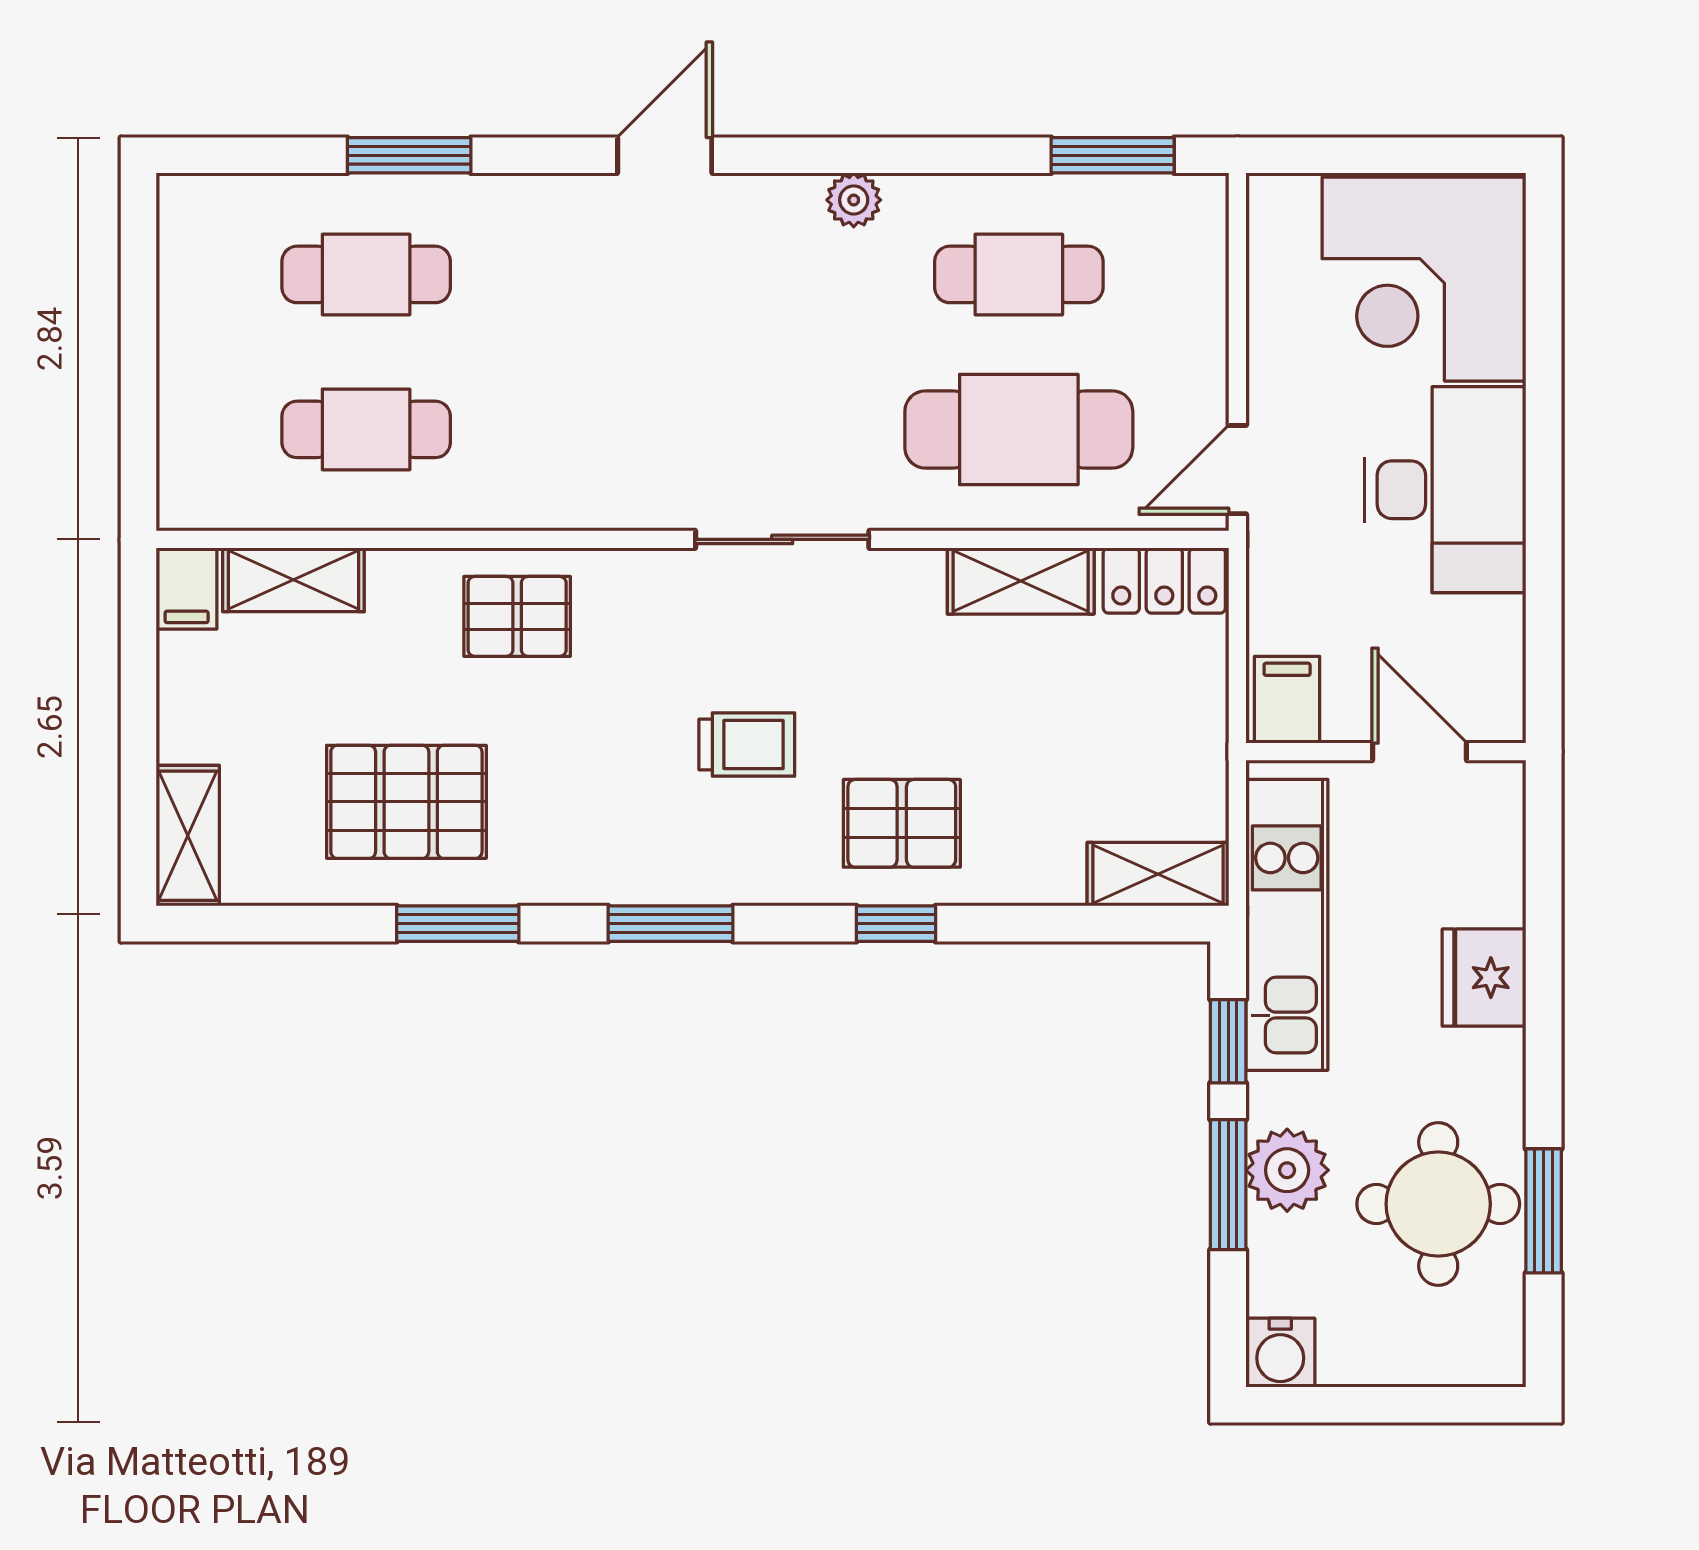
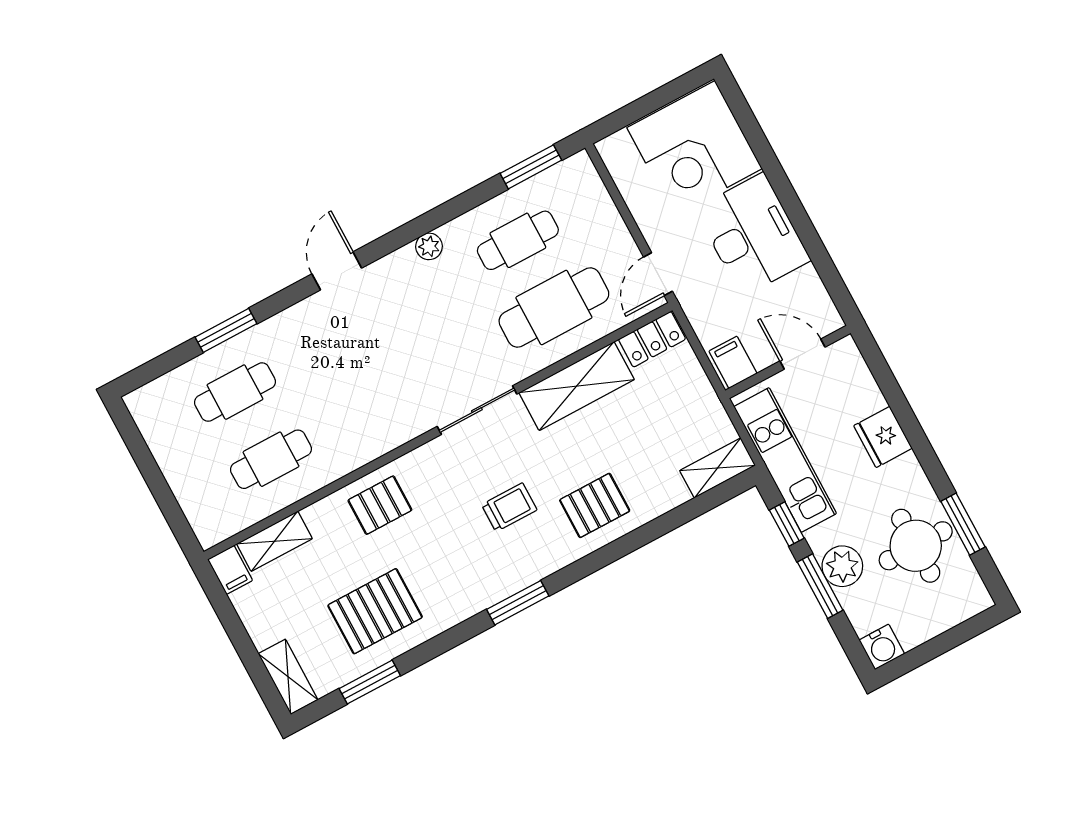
shelving: (1021, 581) -> (577, 386), width x1.50, depth x1.33
window: (458, 924) -> (370, 682), moved
window: (896, 924) -> (616, 550), removed

